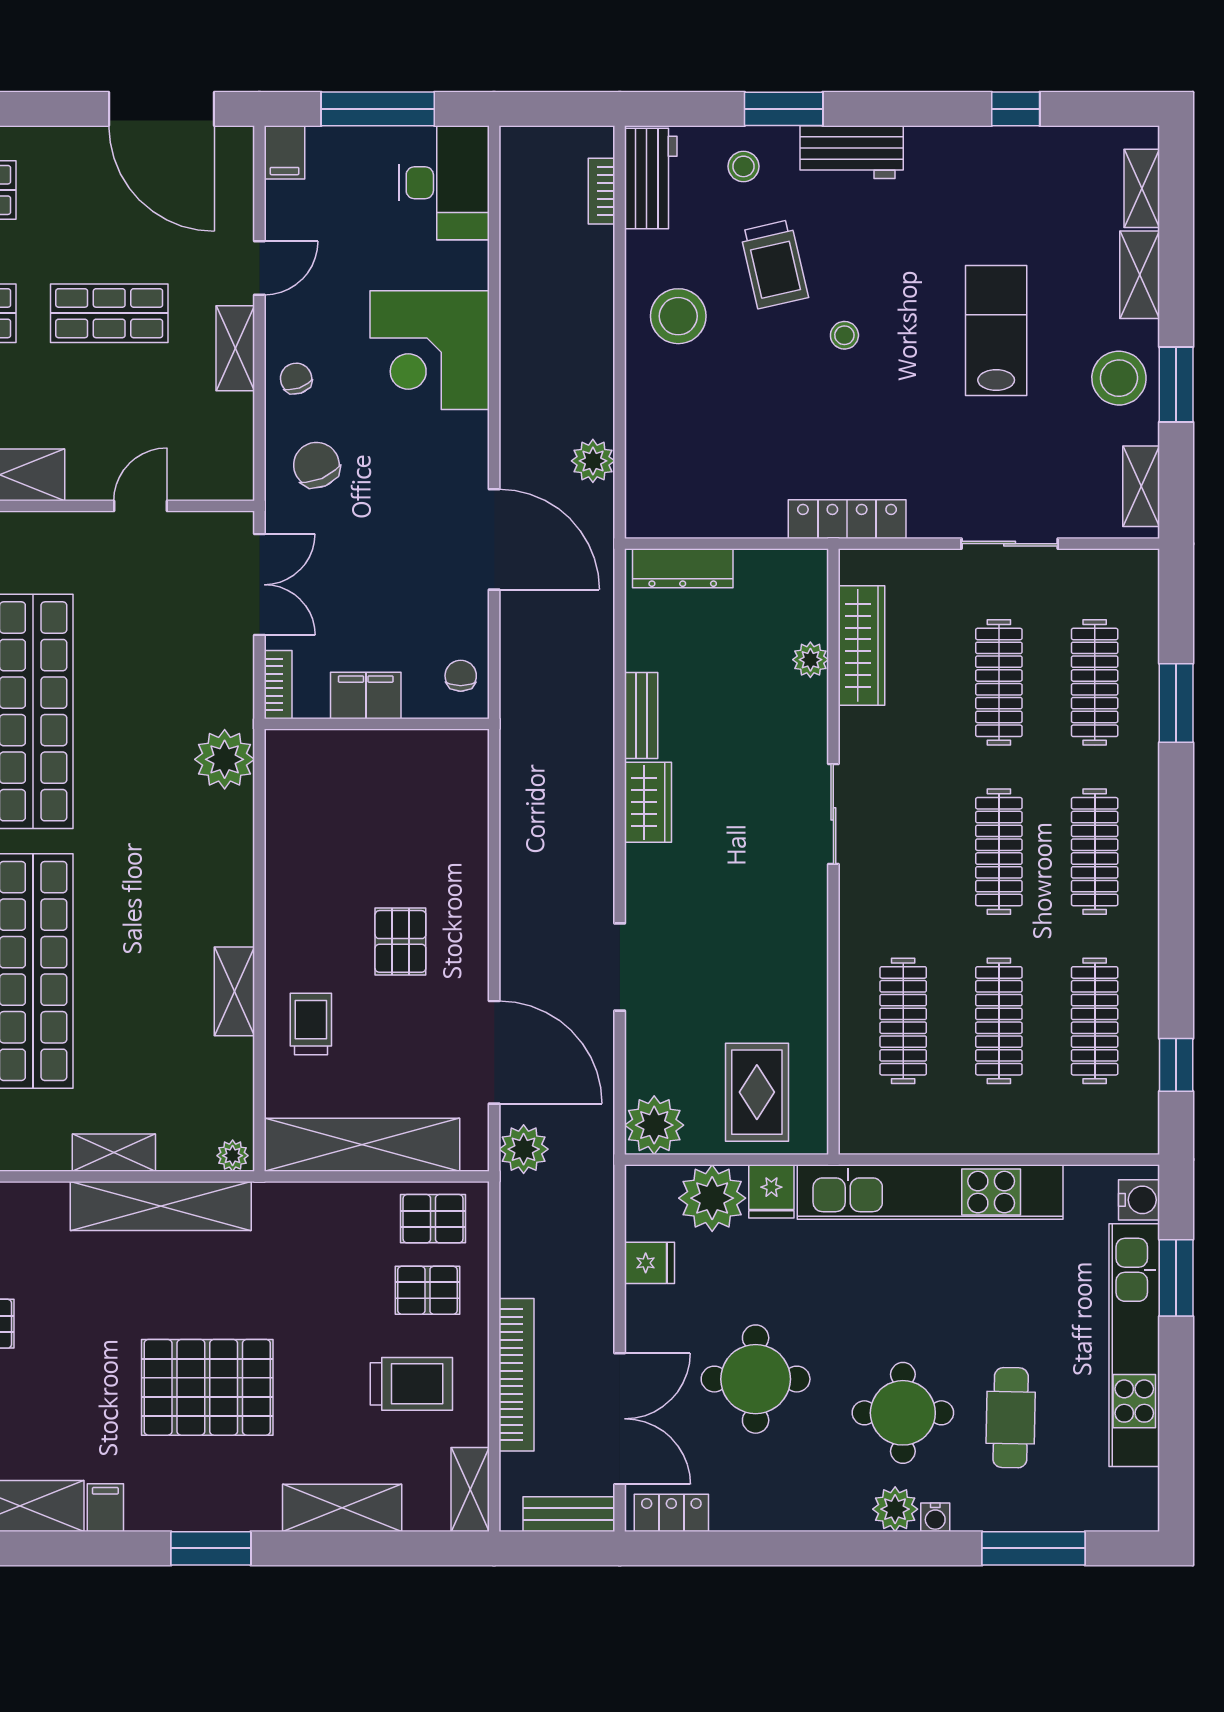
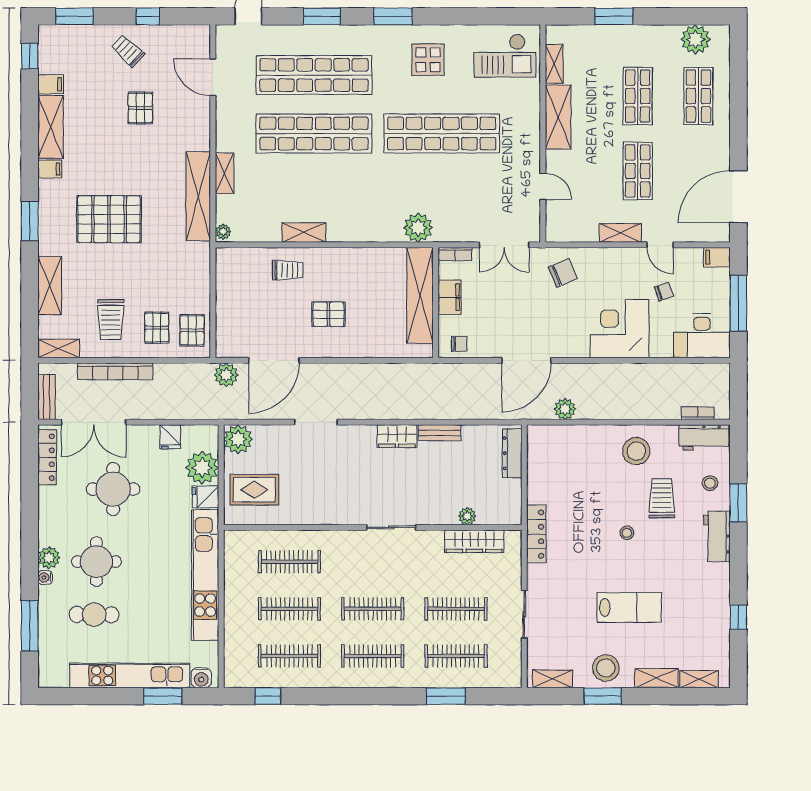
trolley: (774, 264) -> (662, 498), turned 103
chair: (296, 378) -> (664, 292), moved
shelving: (362, 1145) -> (420, 295), moved
pallet: (207, 1387) -> (109, 219), turned 90
locker: (671, 1513) -> (47, 457), width x1.53

